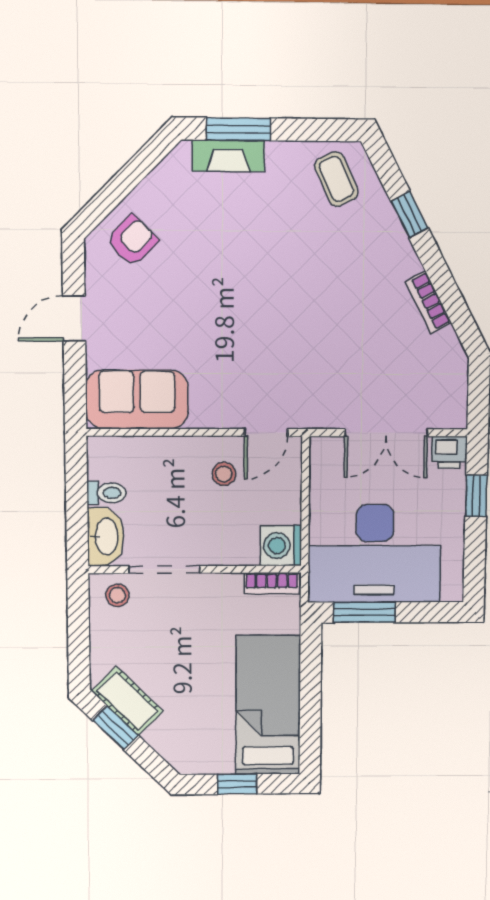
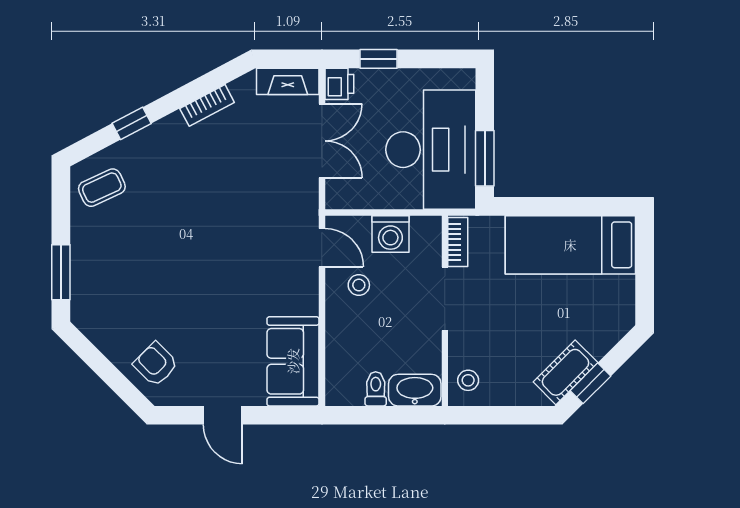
fireplace: (228, 156) -> (288, 81), moved, turned 90
washing machine: (281, 546) -> (390, 234), moved
doorway: (164, 570) -> (445, 299), moved
window: (237, 784) -> (645, 273), removed

